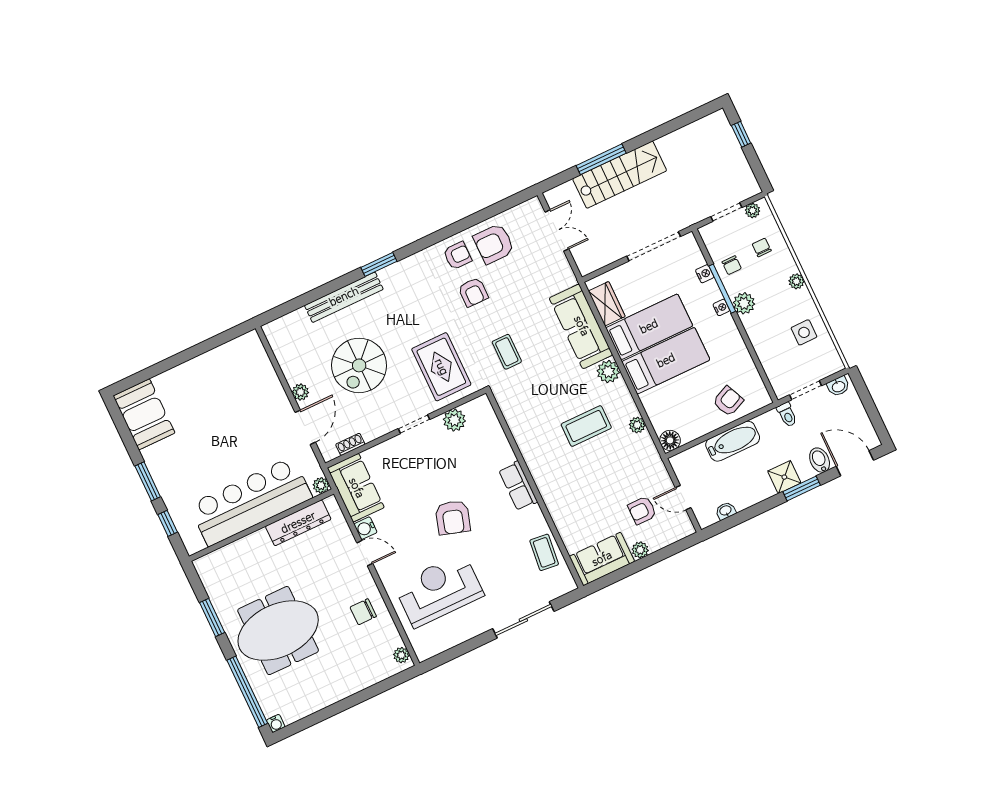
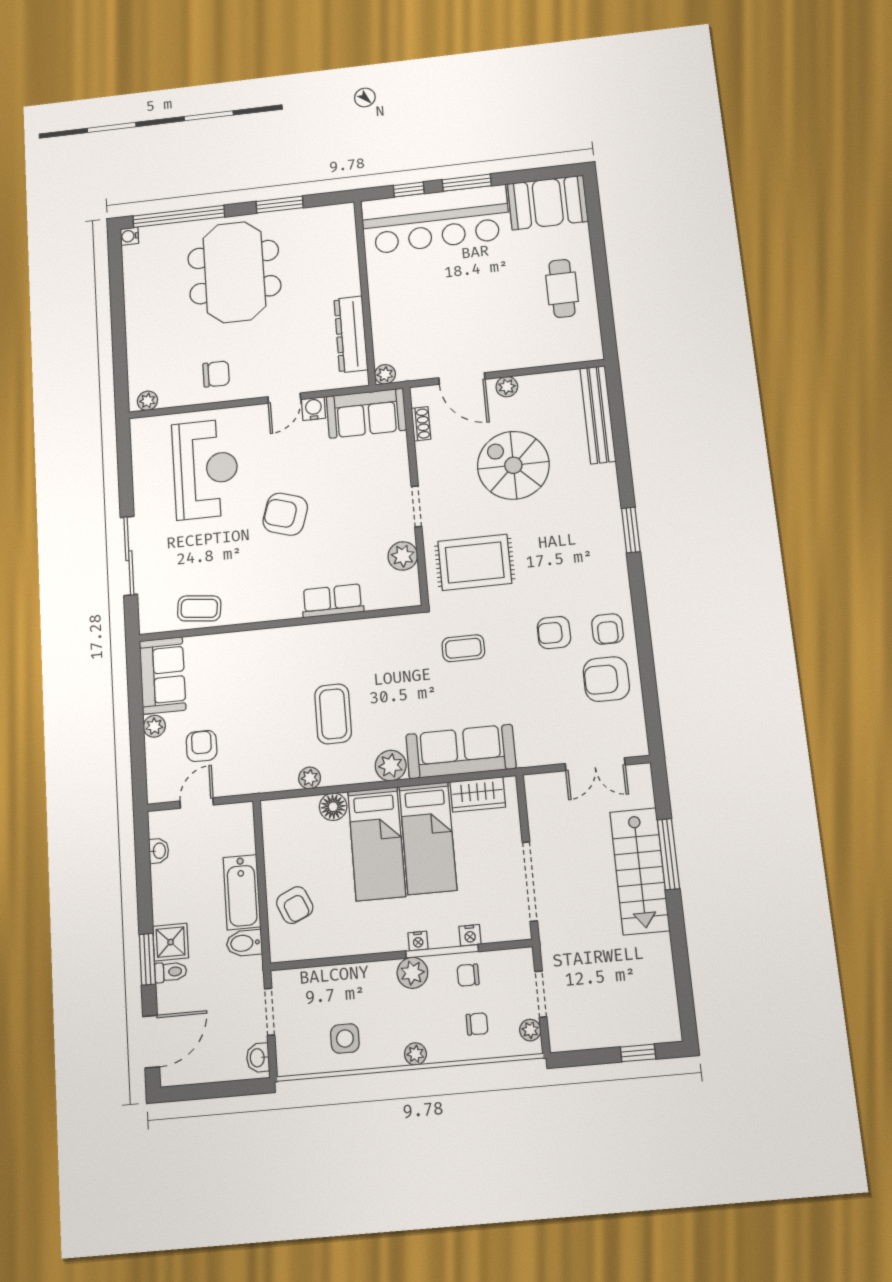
armchair: (494, 244) -> (606, 679), turned -90
bench: (344, 297) -> (598, 415), moved
cafe table: (210, 379) -> (562, 288), added
toilet: (787, 415) -> (171, 972), moved, turned 180
floor lamp: (670, 440) -> (333, 807), moved
bidet: (820, 460) -> (244, 943), moved, turned 180
row of seats: (518, 486) -> (333, 601), moved
bar counter: (251, 501) -> (435, 219), moved, turned 90
chair: (363, 612) -> (216, 374), turned 90

